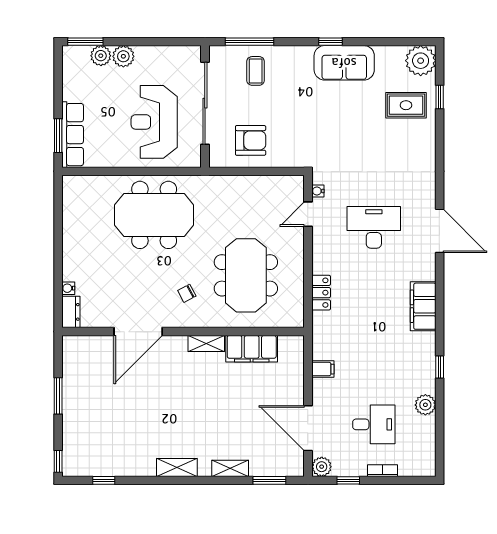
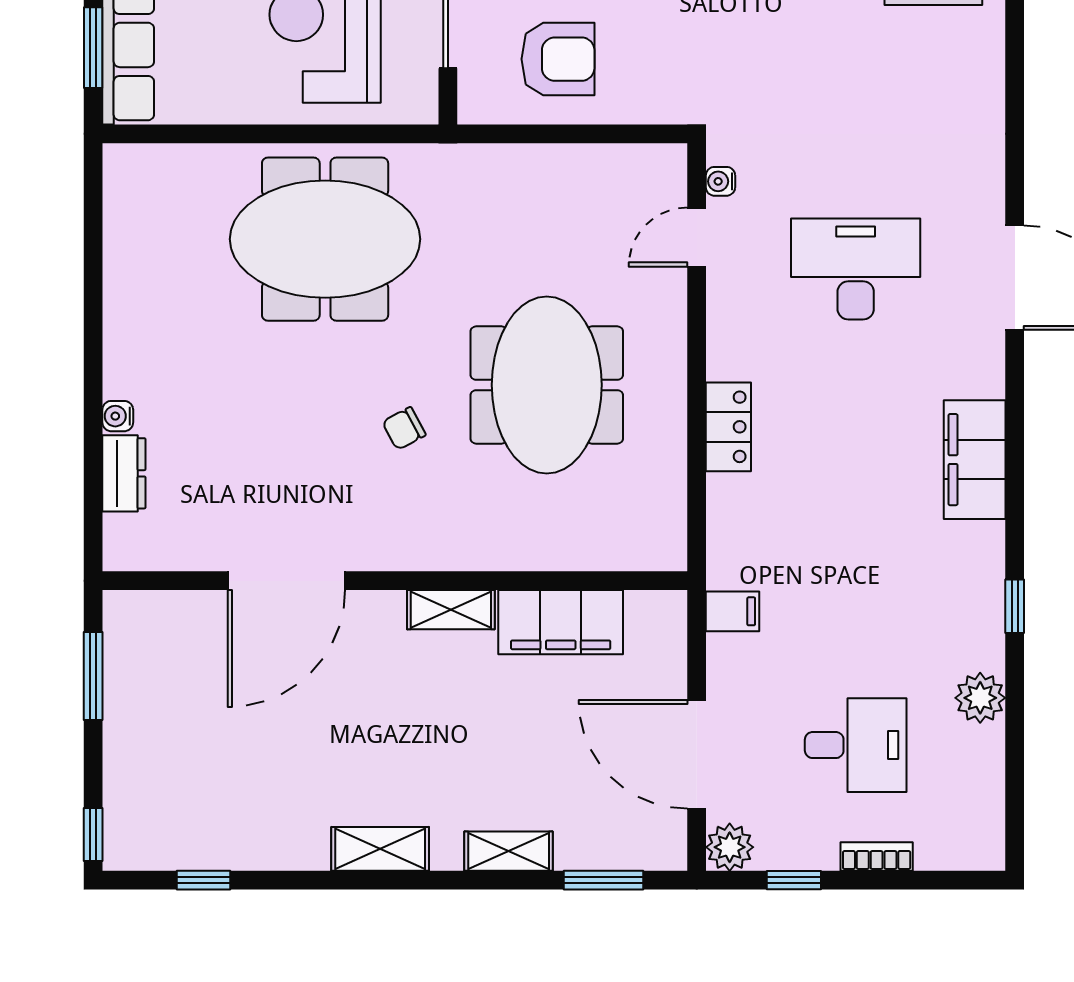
door: (138, 332) -> (286, 581), moved
wall: (183, 332) -> (395, 581), moved
shelving: (206, 344) -> (451, 610), moved
filing cabinet: (252, 349) -> (561, 622), moved

